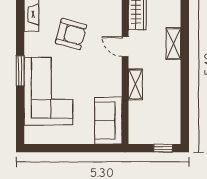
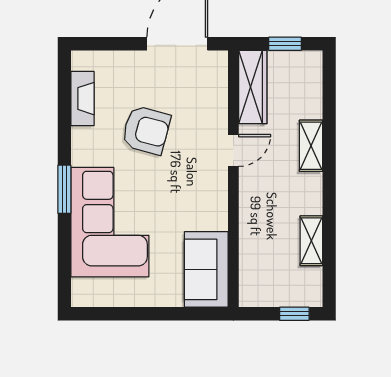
door: (125, 47) -> (233, 150), swing flipped
shelving: (135, 84) -> (311, 241), moved

